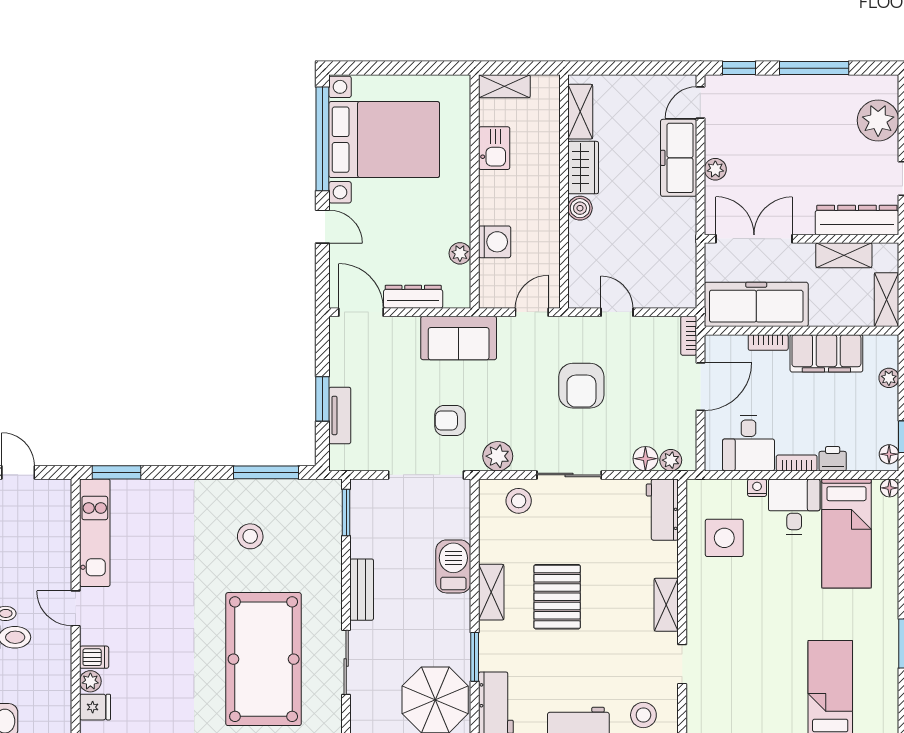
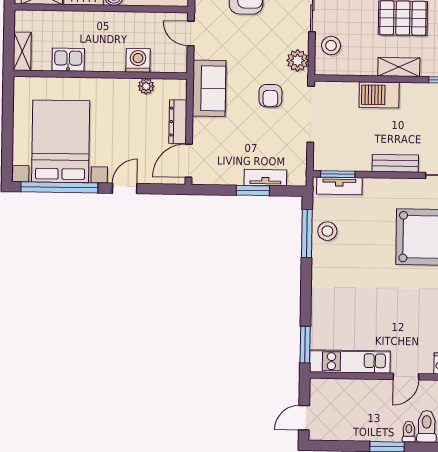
tv unit: (330, 515) -> (339, 186), added
stool: (250, 536) -> (327, 231), moved

